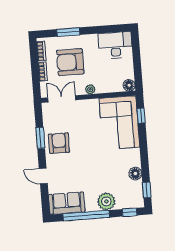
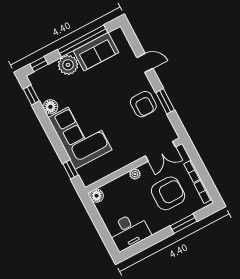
corner sofa: (119, 123) -> (80, 134), moved
sofa: (67, 203) -> (96, 52), moved

